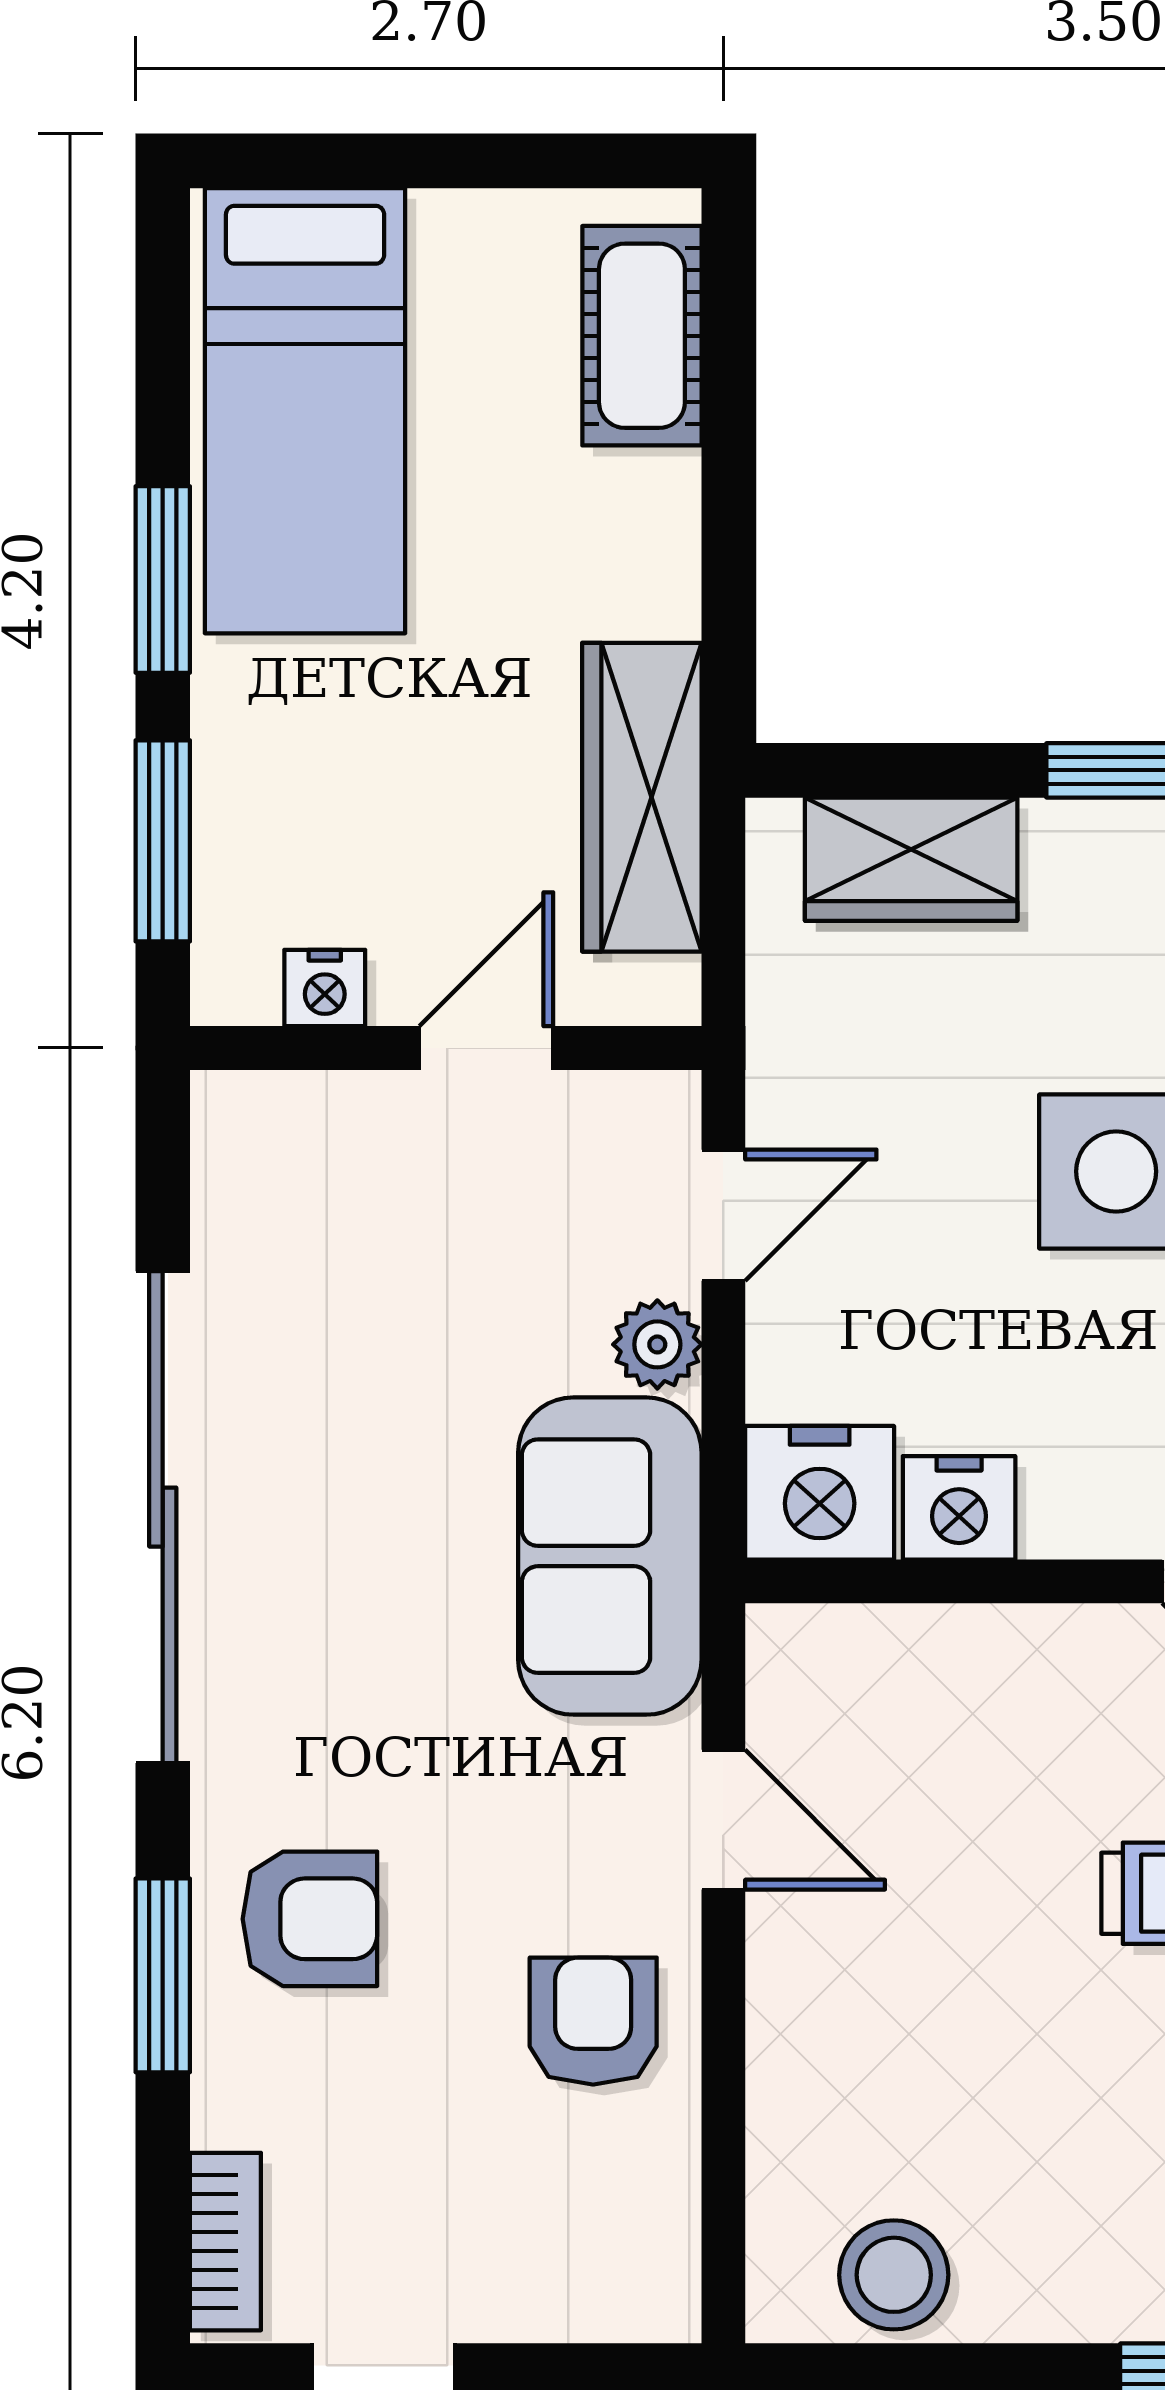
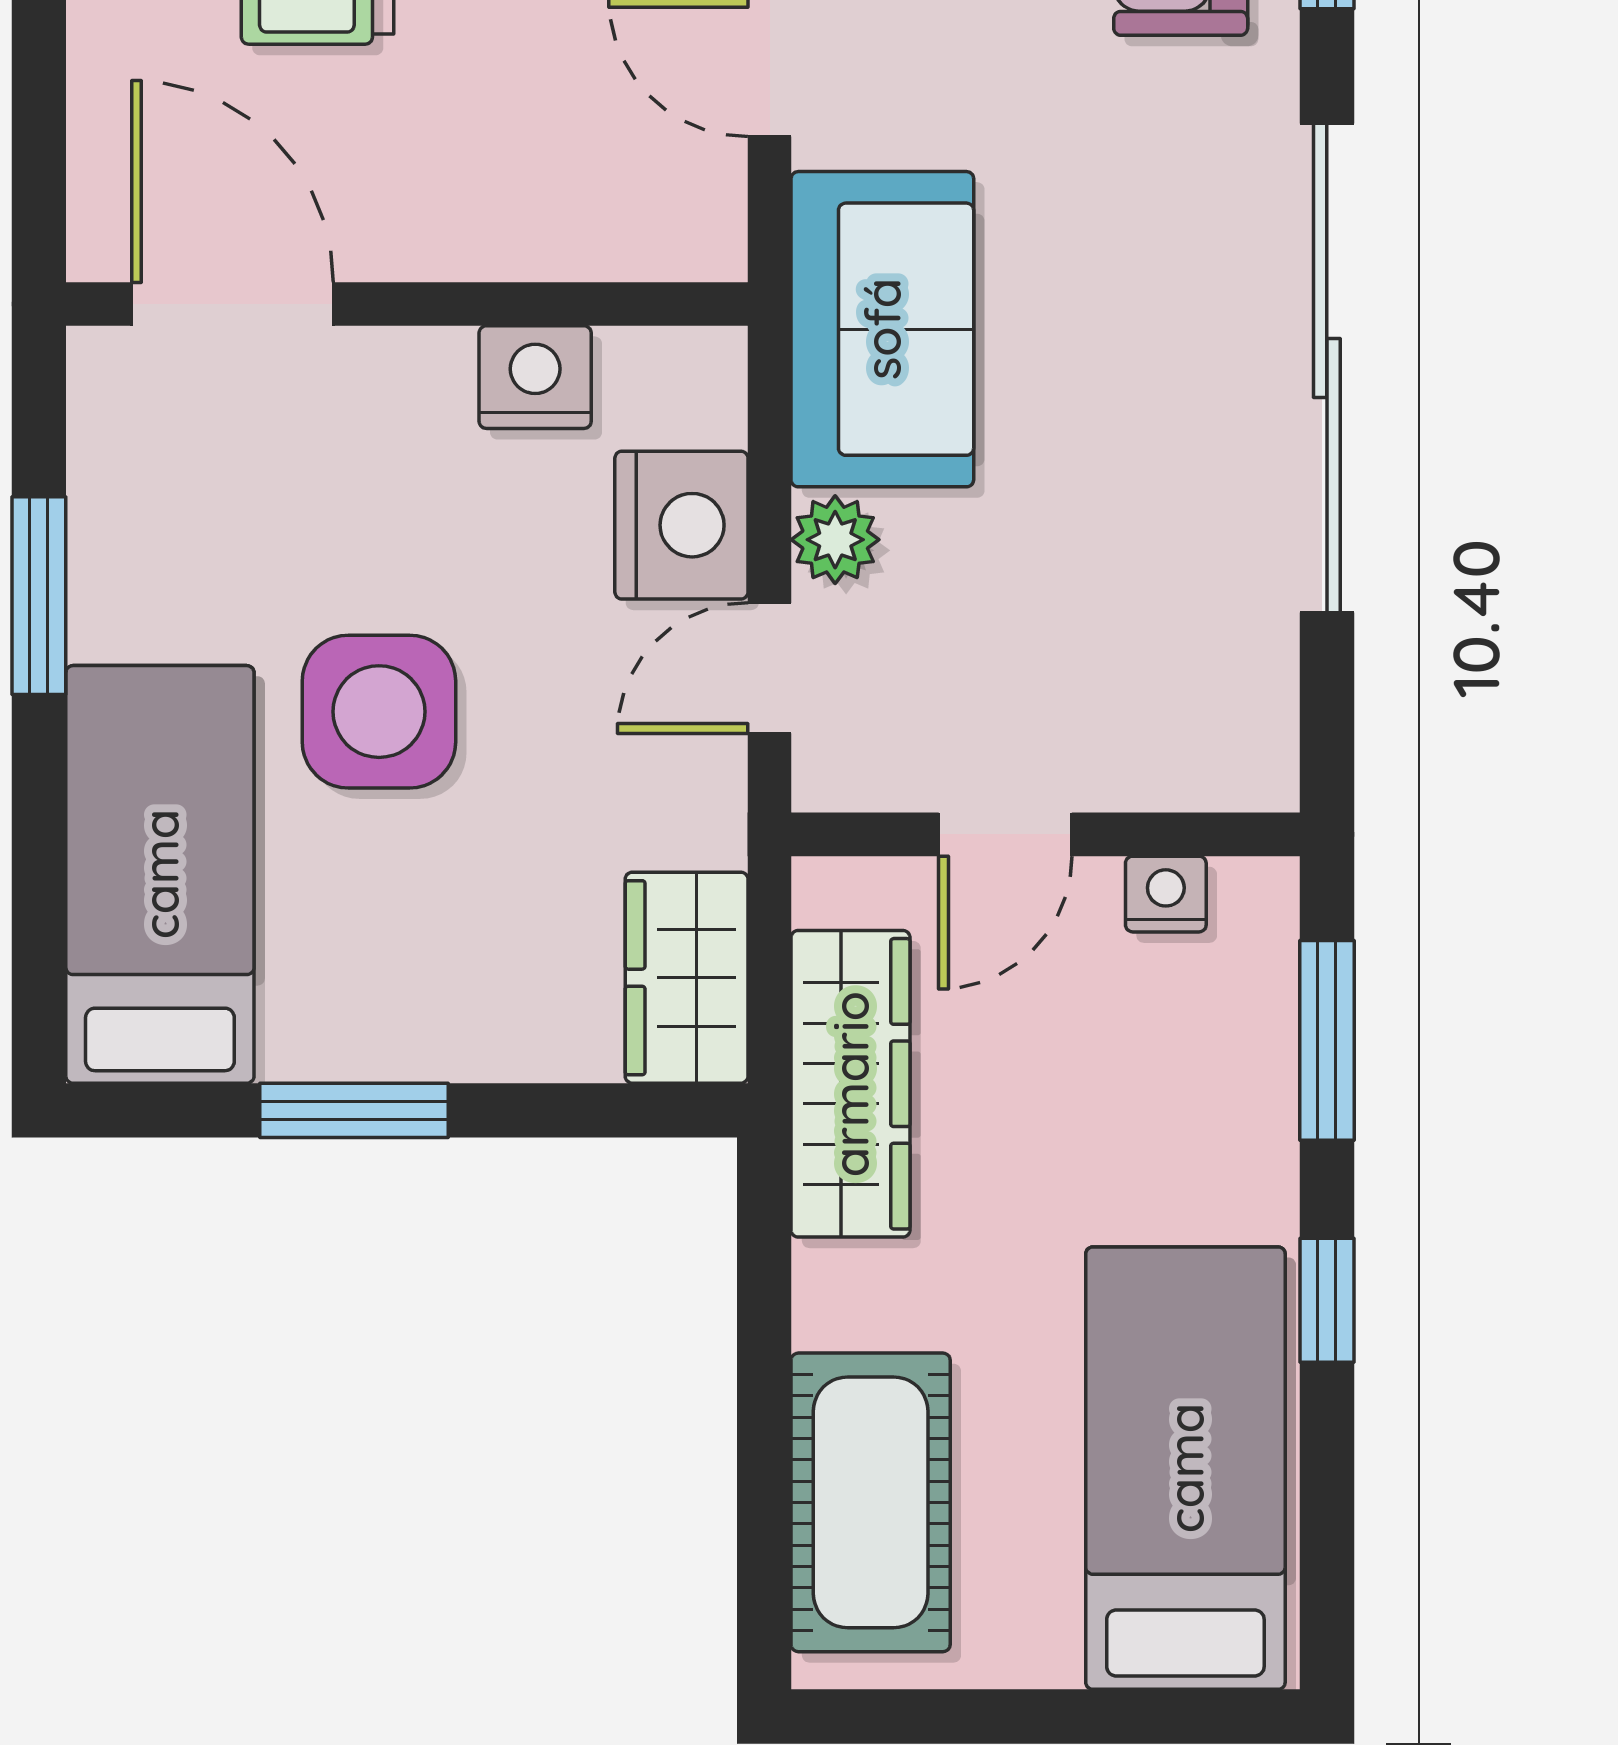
cot: (642, 336) -> (871, 1502), width x1.37, depth x1.34
window: (163, 579) -> (1327, 1300), width x0.67
wardrobe: (911, 859) -> (687, 978), moved, turned -90
nightstand: (820, 1493) -> (681, 525), moved, turned 90

